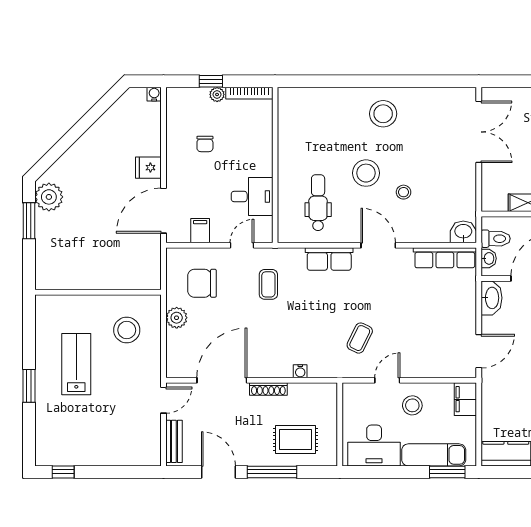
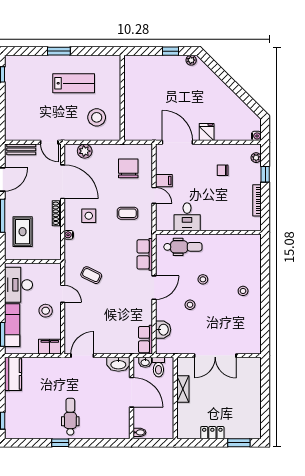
plant: (217, 94) -> (256, 158), moved
stool: (383, 114) -> (243, 291), width x0.53, depth x0.53
double door: (479, 132) -> (215, 356), moved
wall: (275, 165) -> (208, 232), moved
stool: (366, 173) -> (203, 279), width x0.53, depth x0.53
desk: (252, 196) -> (187, 217), moved
plant: (49, 197) -> (191, 60), width x0.53, depth x0.53
window: (29, 221) -> (171, 51), width x0.67
filing cabinet: (200, 231) -> (164, 181), moved
washbasin: (463, 232) -> (163, 330), moved
row of seats: (445, 258) -> (146, 340), width x0.68
plant: (177, 318) -> (85, 151), moved
side table: (272, 342) -> (89, 216), added
door: (479, 351) -> (82, 356), swing flipped

